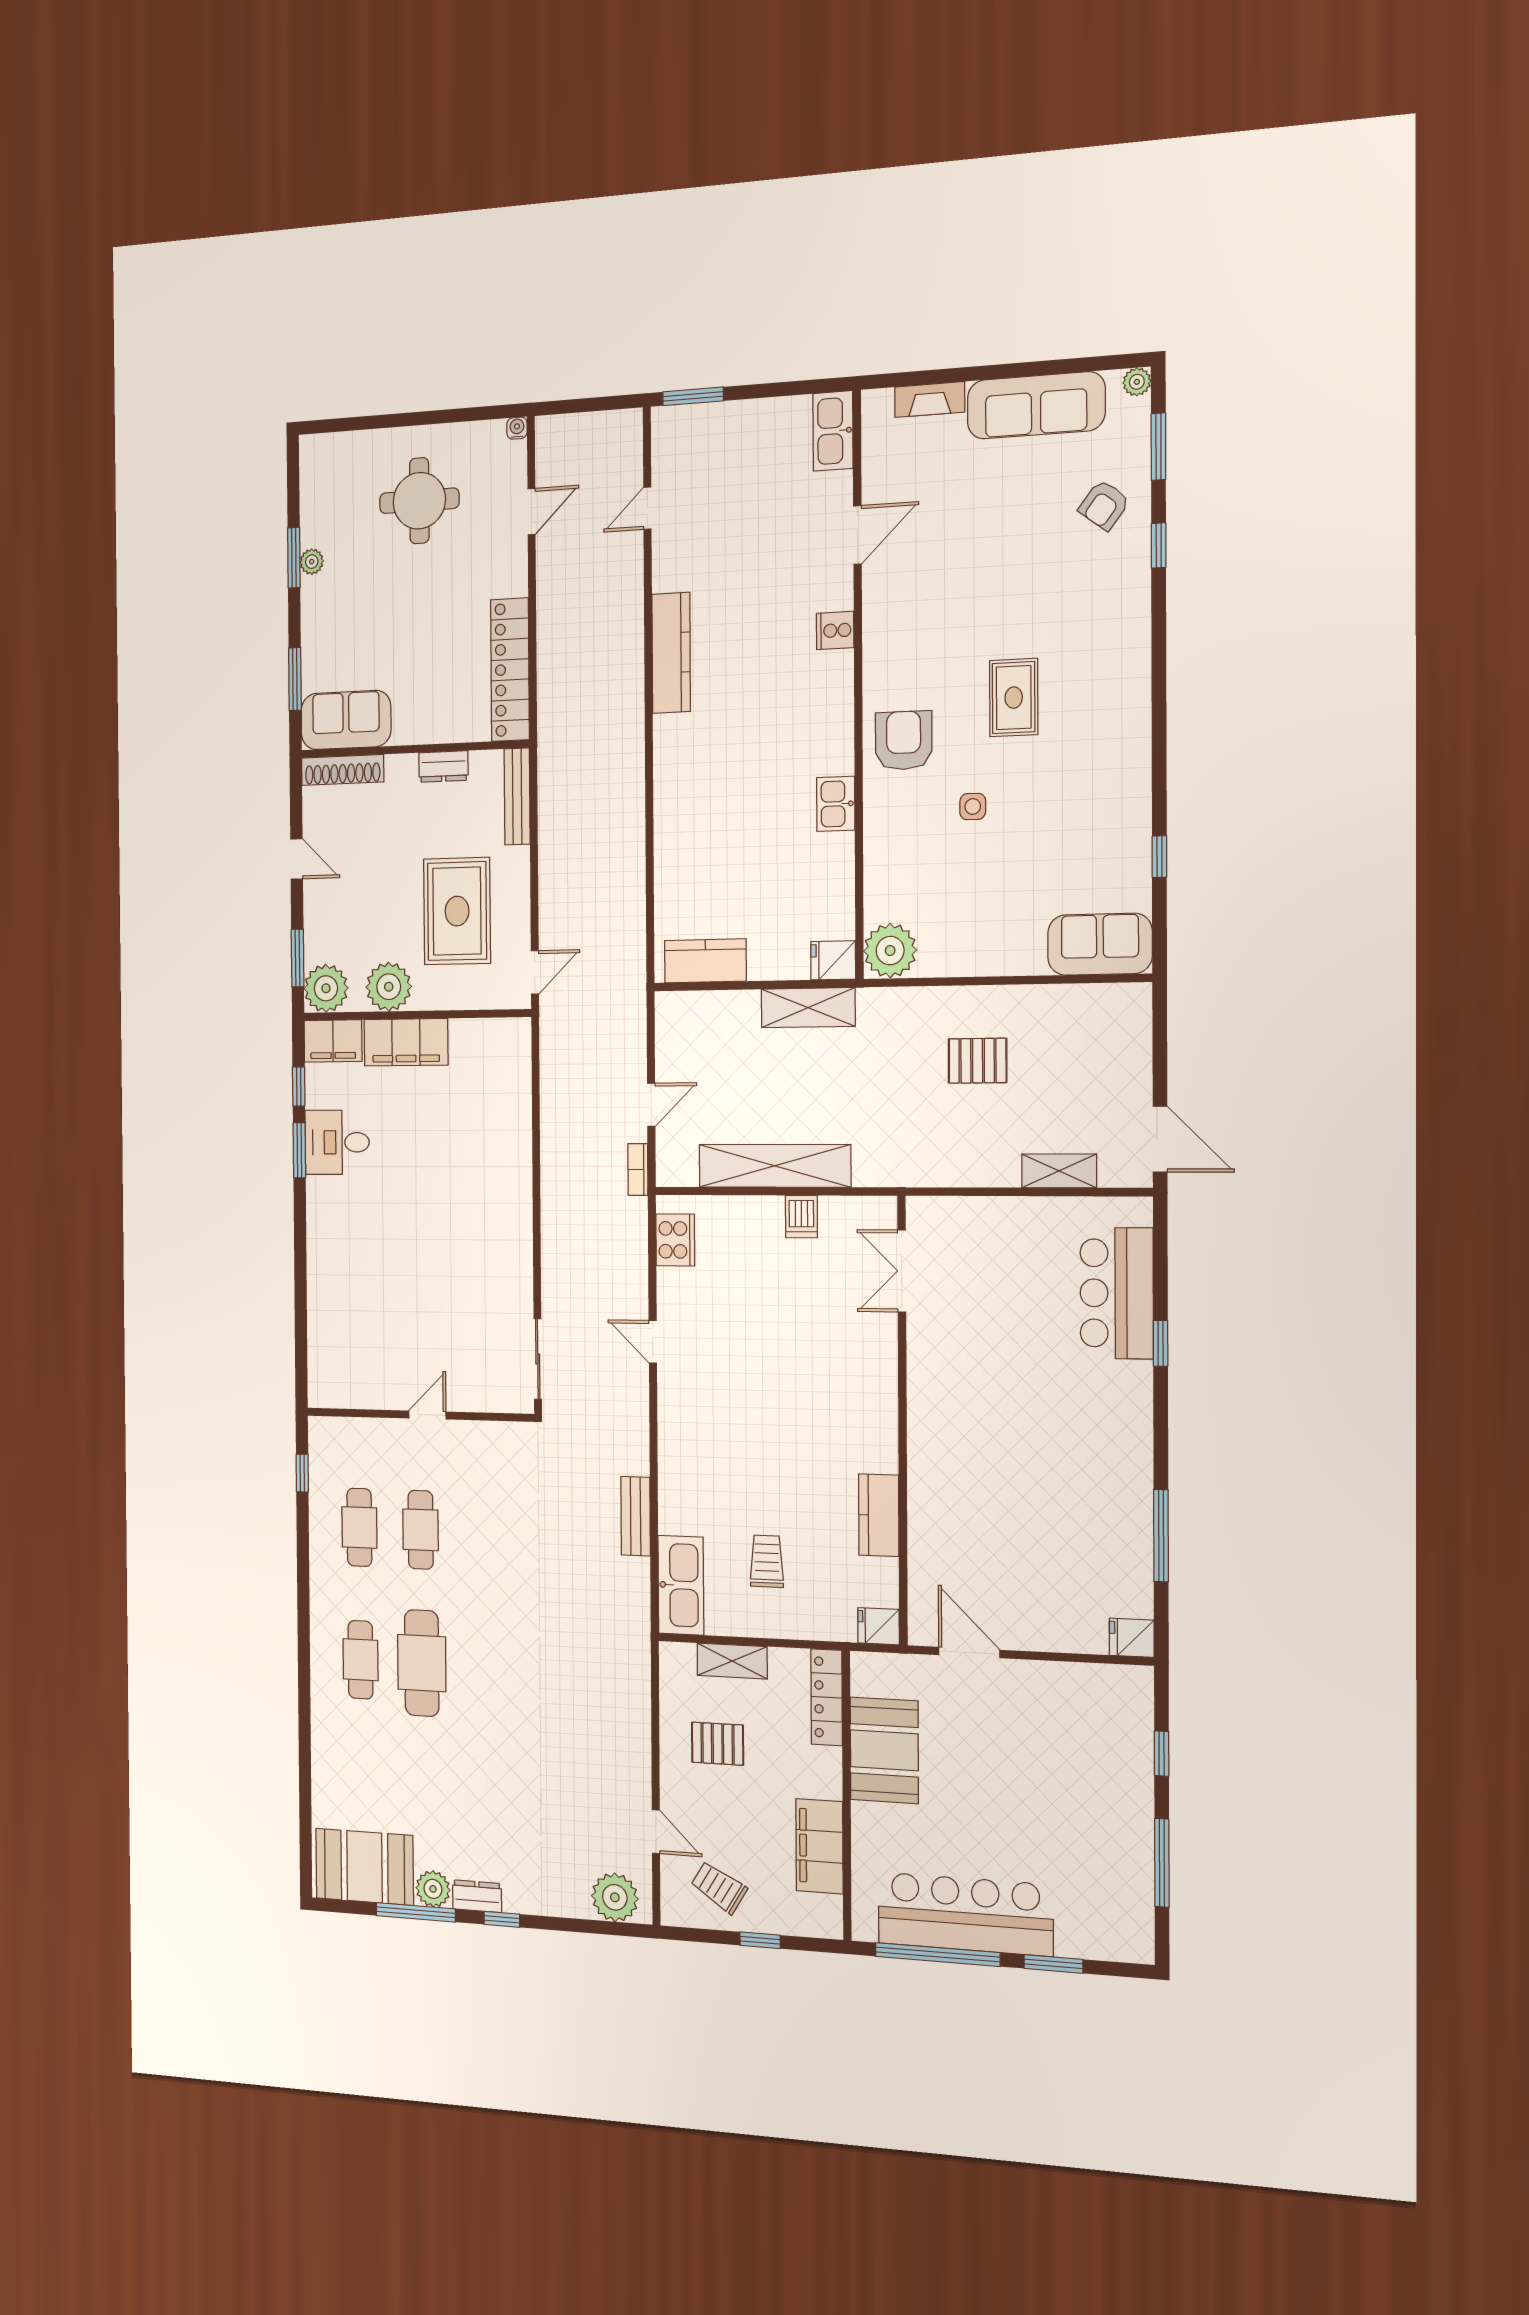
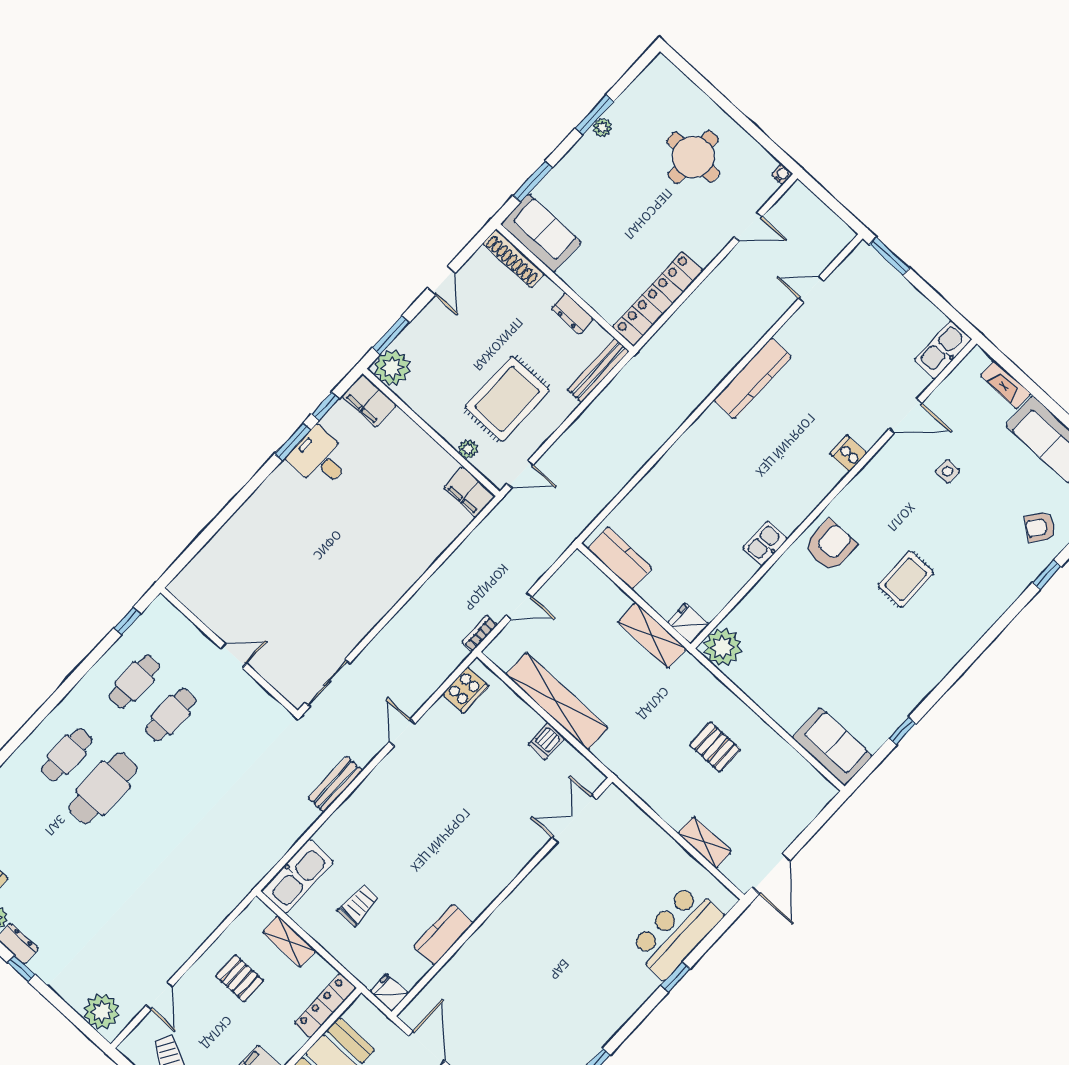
side table: (973, 807) -> (948, 471), moved
plant: (389, 987) -> (468, 449), moved, width x0.53, depth x0.53
filing cabinet: (406, 1042) -> (469, 492), moved, width x0.67, depth x0.86
bench: (636, 1516) -> (335, 785), moved

